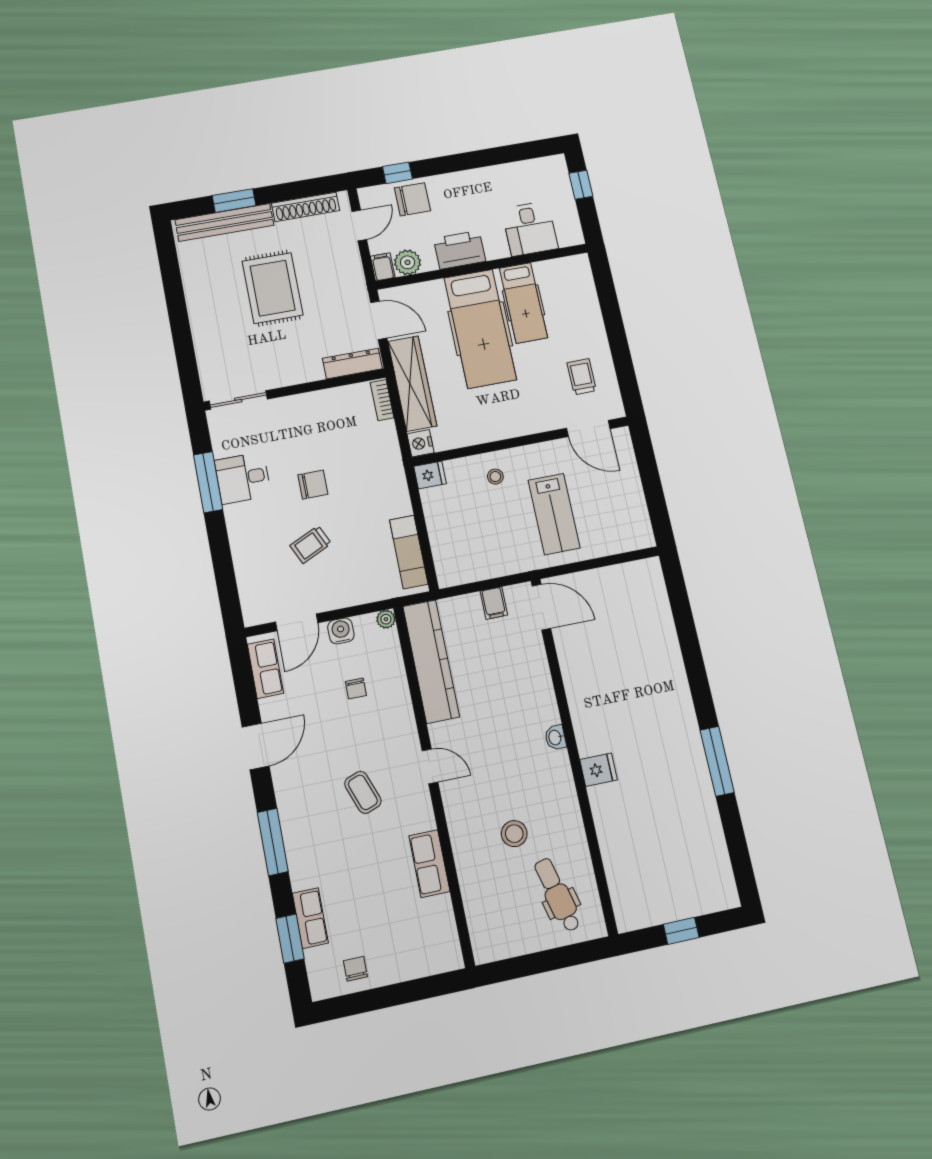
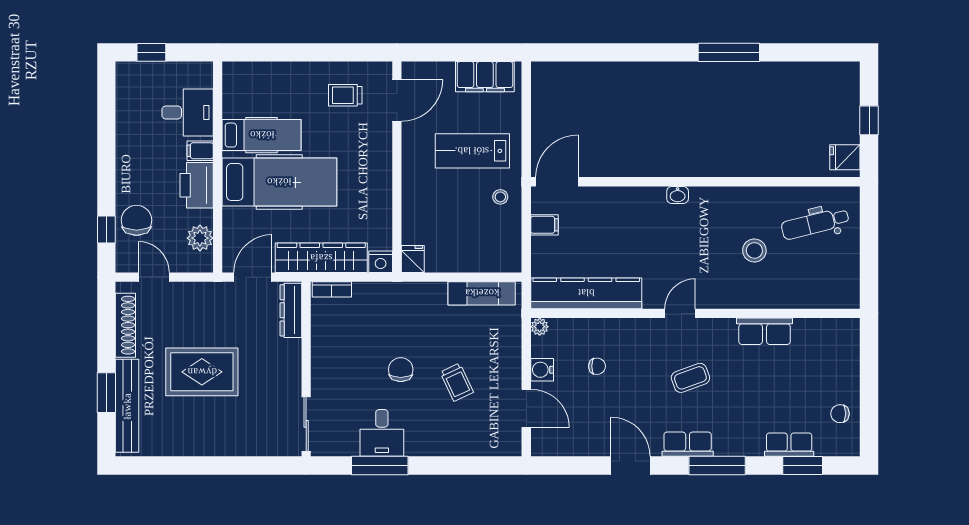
filing cabinet: (383, 267) -> (200, 151), moved
stool: (495, 477) -> (500, 197), moved
filing cabinet: (633, 512) -> (485, 77), added
lab bench: (554, 514) -> (472, 151), turned 180
row of seats: (265, 669) -> (688, 444), moved
fridge: (599, 770) -> (845, 157), moved, turned -90

